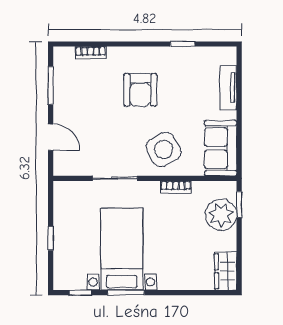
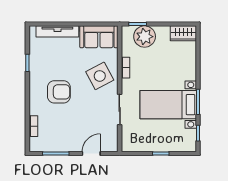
tv unit: (228, 88) -> (57, 31), width x1.41

